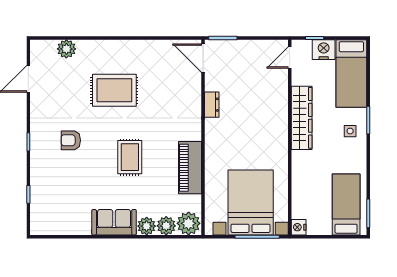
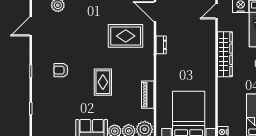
rug: (114, 90) -> (126, 36), moved
piano: (190, 168) -> (148, 95), width x0.73, depth x0.75

